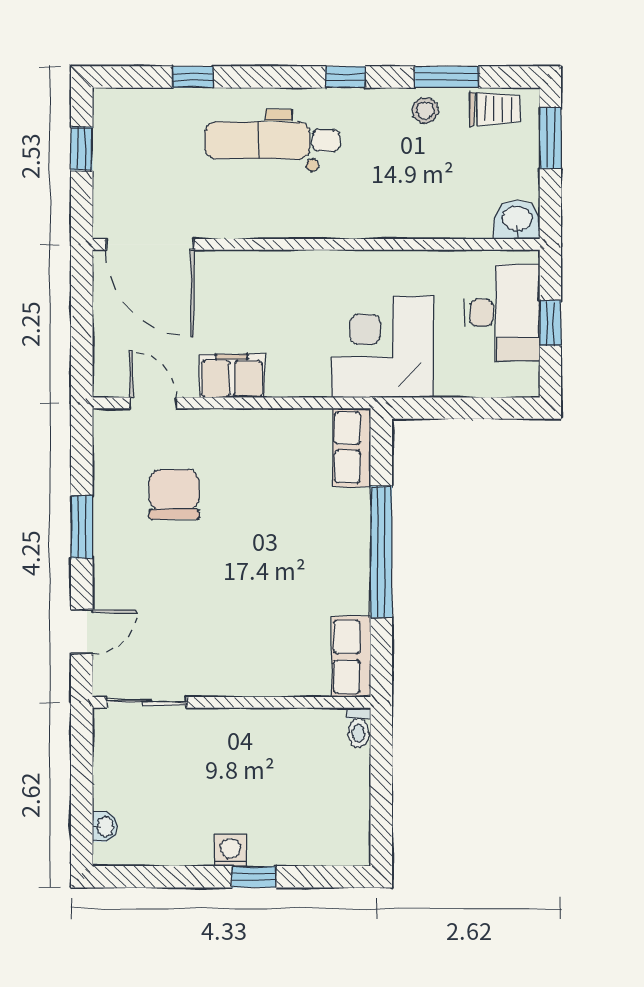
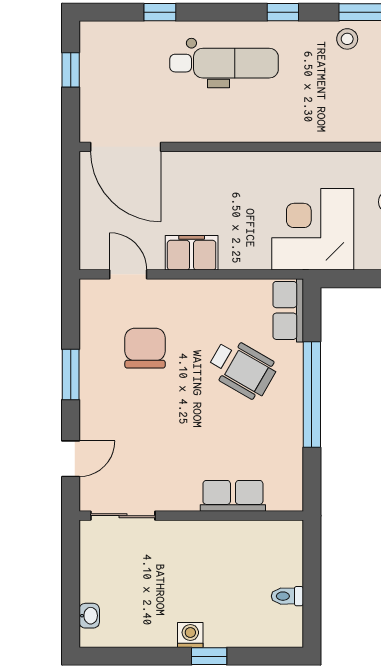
dental chair: (272, 140) -> (224, 63), turned 180
wheelchair: (295, 520) -> (242, 369), added
row of seats: (351, 657) -> (233, 496), moved, turned 90
toilet: (358, 728) -> (287, 596), moved, turned 90

